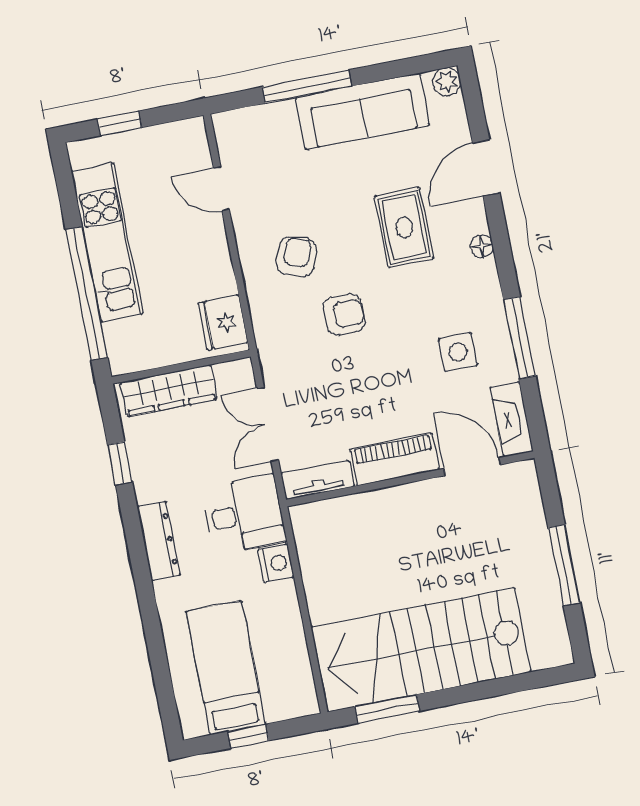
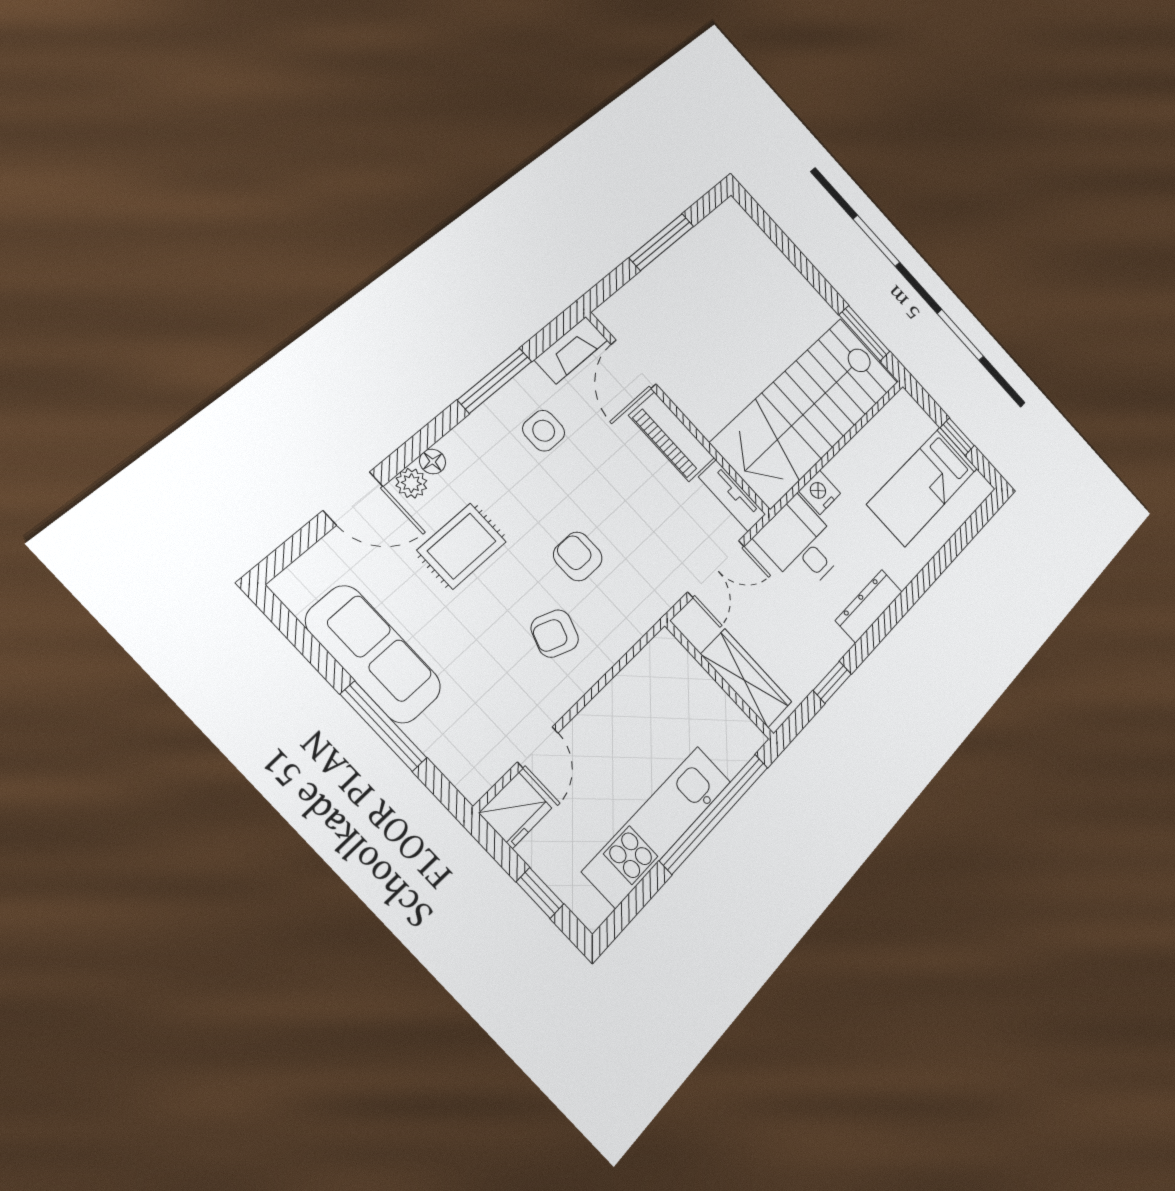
plant: (447, 82) -> (411, 483), moved
fridge: (223, 322) -> (515, 810), moved
stairs: (421, 650) -> (806, 412), moved, turned 90

